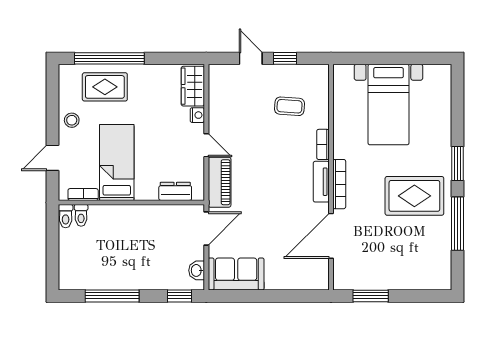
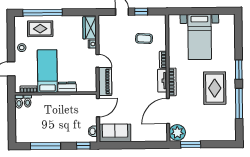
dresser: (175, 191) -> (67, 87), moved
rug: (414, 196) -> (215, 88), turned 90
plant: (347, 274) -> (177, 133), added

